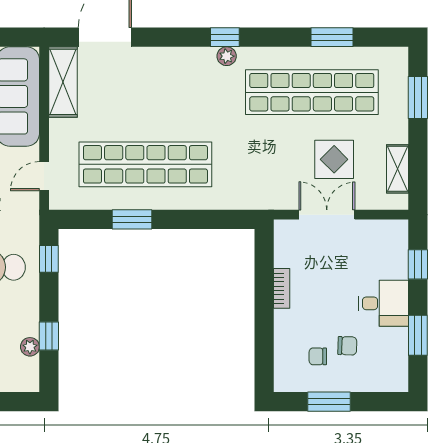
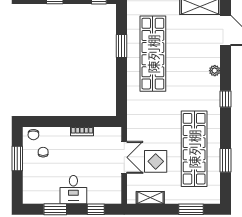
plant: (227, 56) -> (215, 71), moved
chair: (347, 346) -> (33, 135), moved

